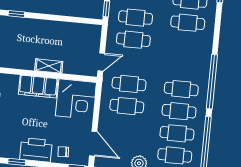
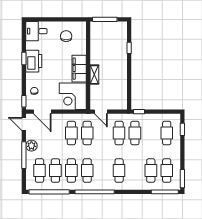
cafe table: (188, 23) -> (119, 171), moved
door: (93, 144) -> (42, 112), hinge flipped
printer: (36, 150) -> (34, 61), moved

